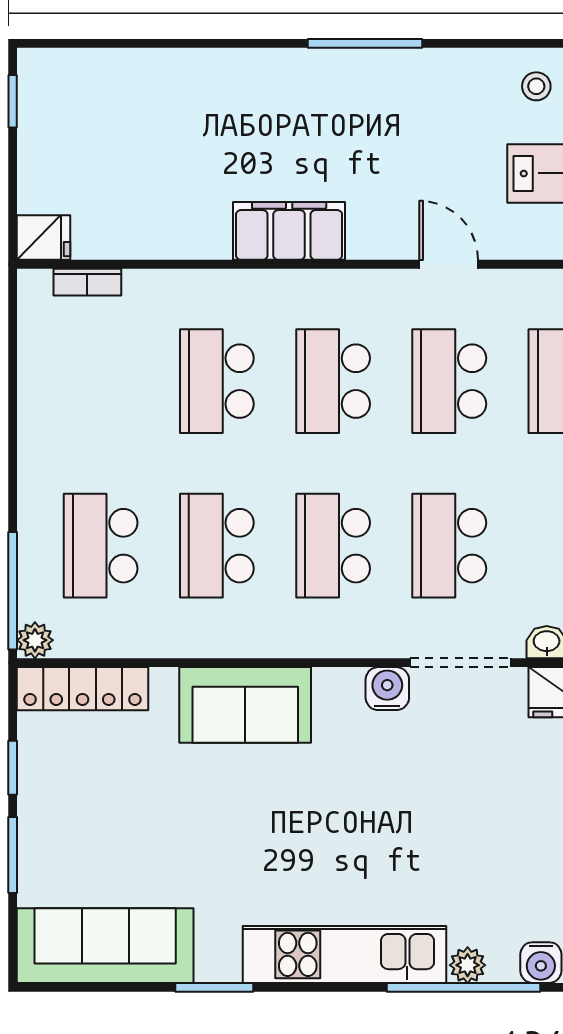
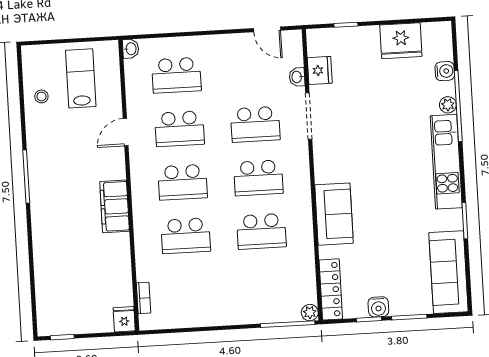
school desk: (101, 546) -> (265, 285), removed
water cooler: (387, 689) -> (378, 307), moved, turned -90

